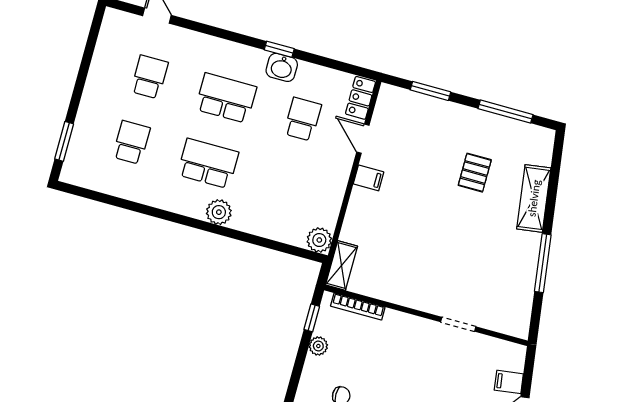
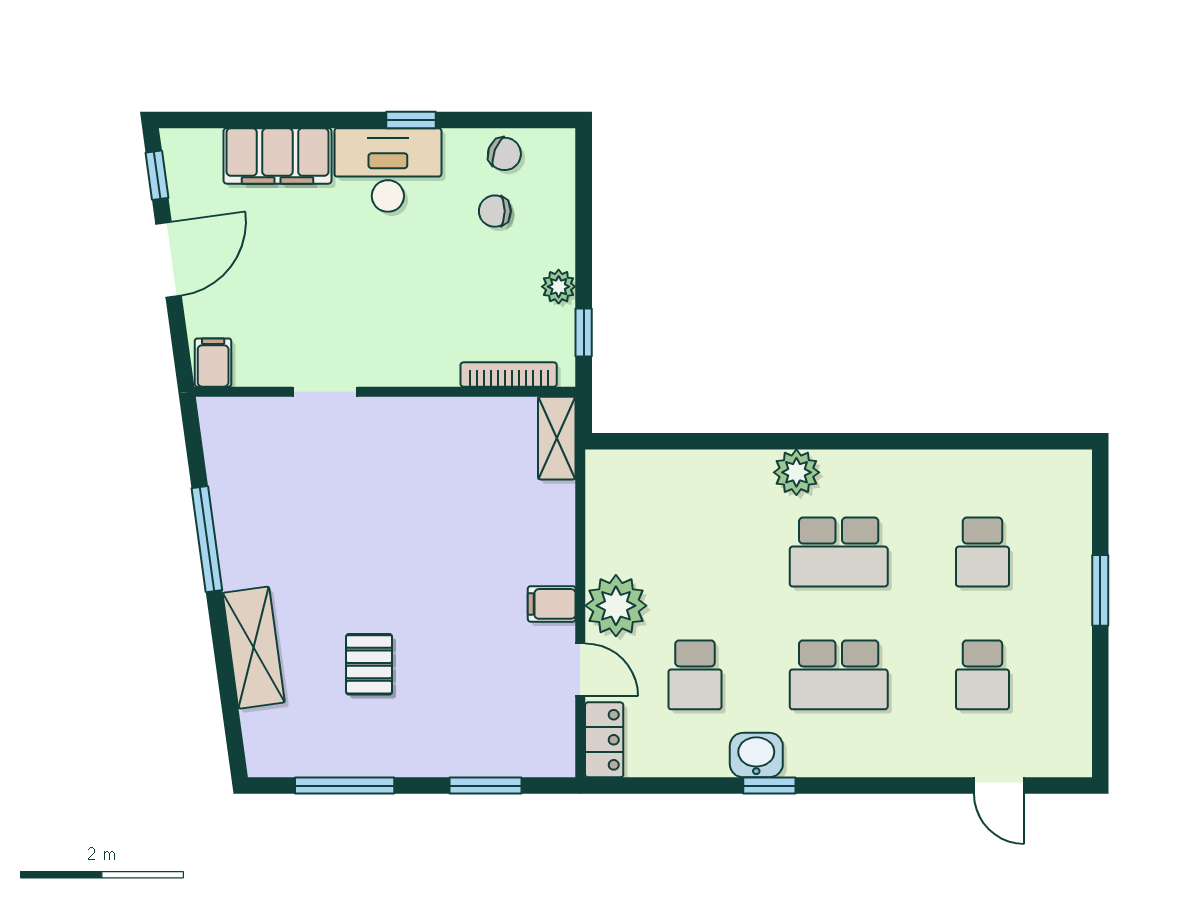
window: (64, 141) -> (1100, 590), moved
plant: (319, 240) -> (616, 606), moved, width x1.36, depth x1.36
filing cabinet: (509, 382) -> (213, 363), moved, turned -82

